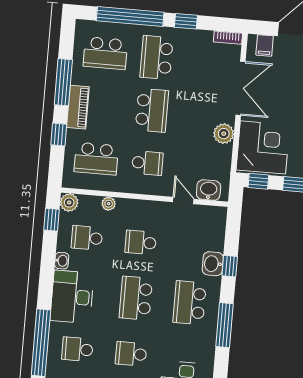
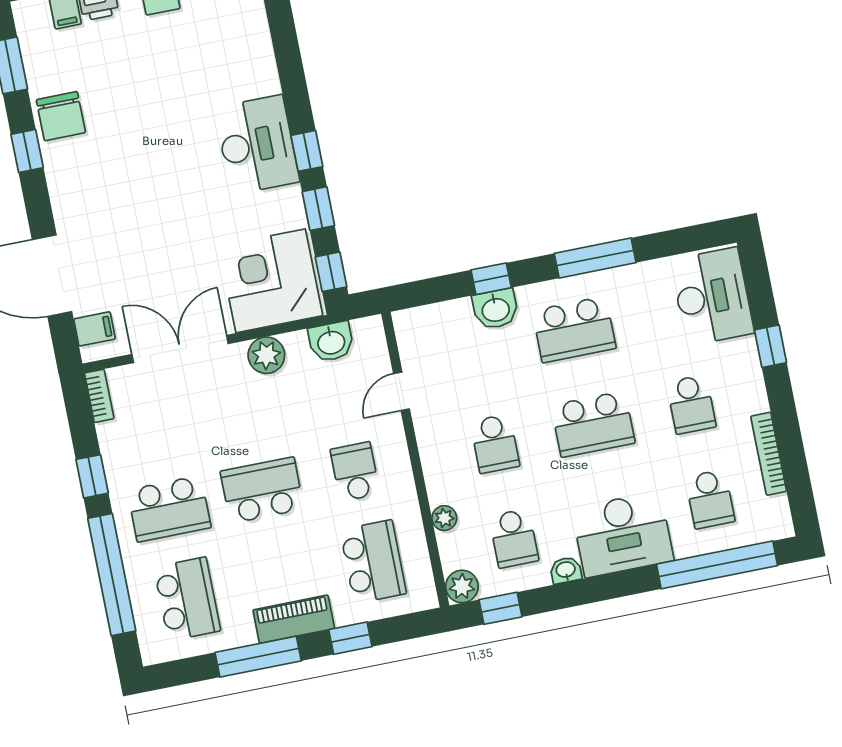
washbasin: (209, 190) -> (331, 342), moved, turned -90

